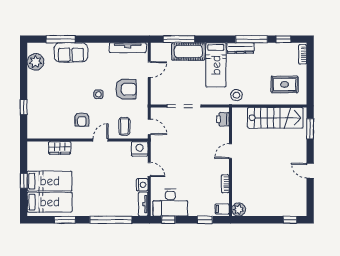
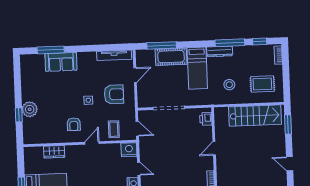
plant: (36, 62) -> (30, 109), moved
stool: (236, 95) -> (229, 85), moved

